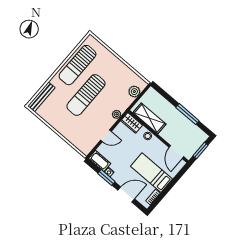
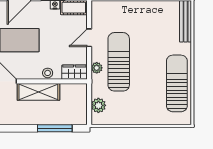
sun lounger: (86, 95) -> (119, 62), moved
window: (187, 114) -> (55, 128), moved
shelving: (149, 118) -> (38, 92), moved

